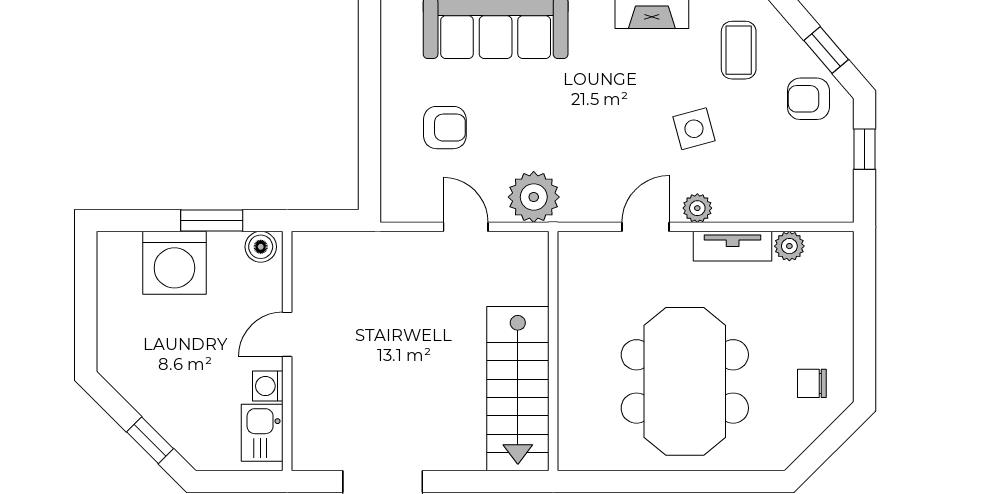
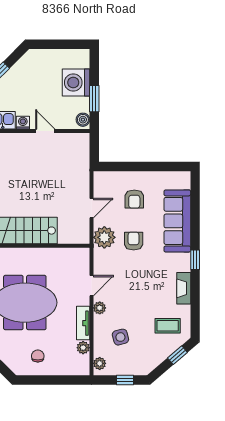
window: (826, 50) -> (177, 355), moved
armchair: (808, 99) -> (134, 241), moved
side table: (694, 129) -> (120, 337), moved
plant: (826, 208) -> (100, 363), added
door: (646, 227) -> (91, 286), hinge flipped
chair: (812, 383) -> (38, 356), moved

